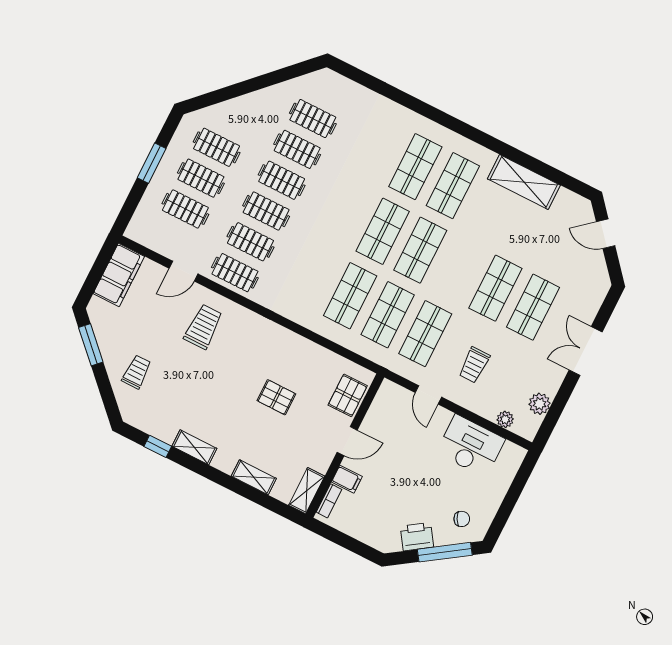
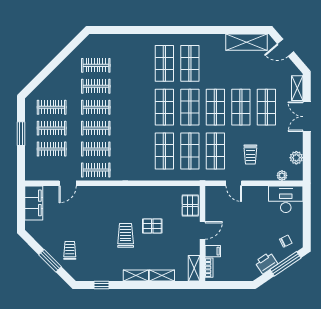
shelving: (524, 182) -> (247, 42), moved
shop shelf: (458, 269) -> (215, 107), added
shelving: (593, 302) -> (297, 88), added
trolley: (203, 327) -> (126, 235), moved
window: (91, 345) -> (50, 261), moved
desk: (471, 446) -> (286, 199), moved
shelving: (194, 447) -> (136, 275), moved

